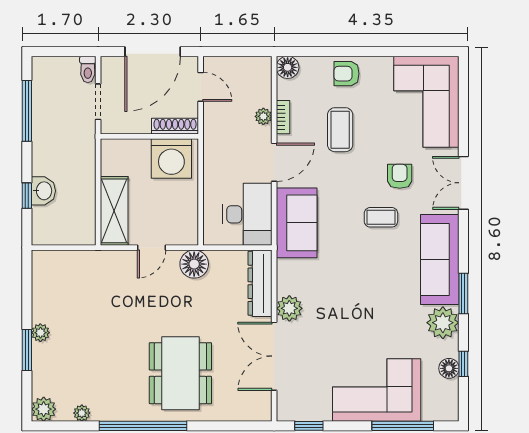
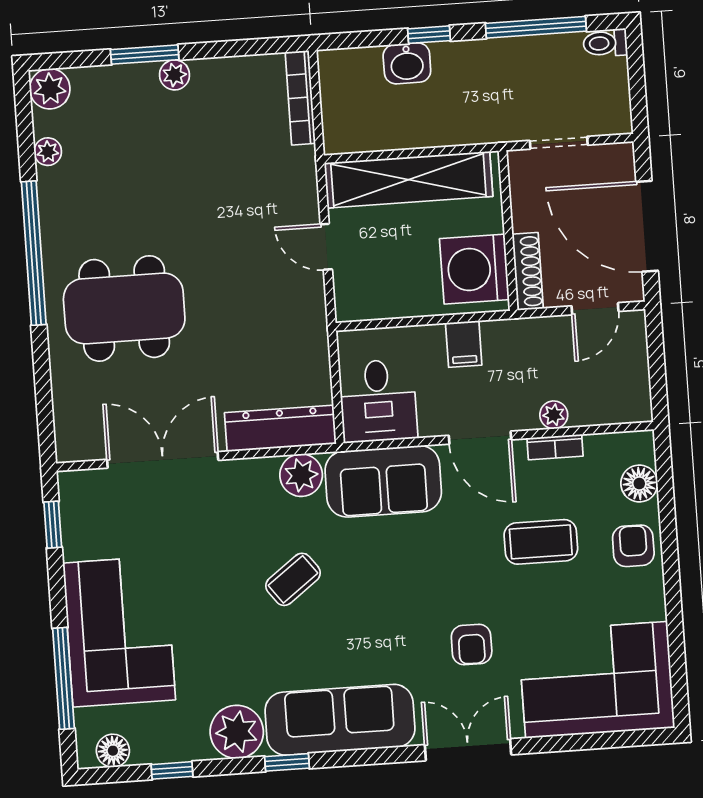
floor lamp: (288, 67) -> (639, 484), moved
toilet: (88, 69) -> (605, 43), moved
filing cabinet: (216, 168) -> (464, 344), added
armchair: (400, 176) -> (472, 644), turned 90
window: (27, 196) -> (429, 35), moved
shelving: (114, 211) -> (408, 180), width x1.47
desk: (247, 214) -> (378, 401), width x0.73
coffee table: (381, 217) -> (293, 579), moved, turned 53
bookcase: (60, 257) -> (300, 98), added
floor lamp: (194, 264) -> (304, 318), removed
window: (463, 293) -> (287, 762), width x0.67
plant: (289, 308) -> (301, 475), moved
floor lamp: (449, 368) -> (113, 751), moved

